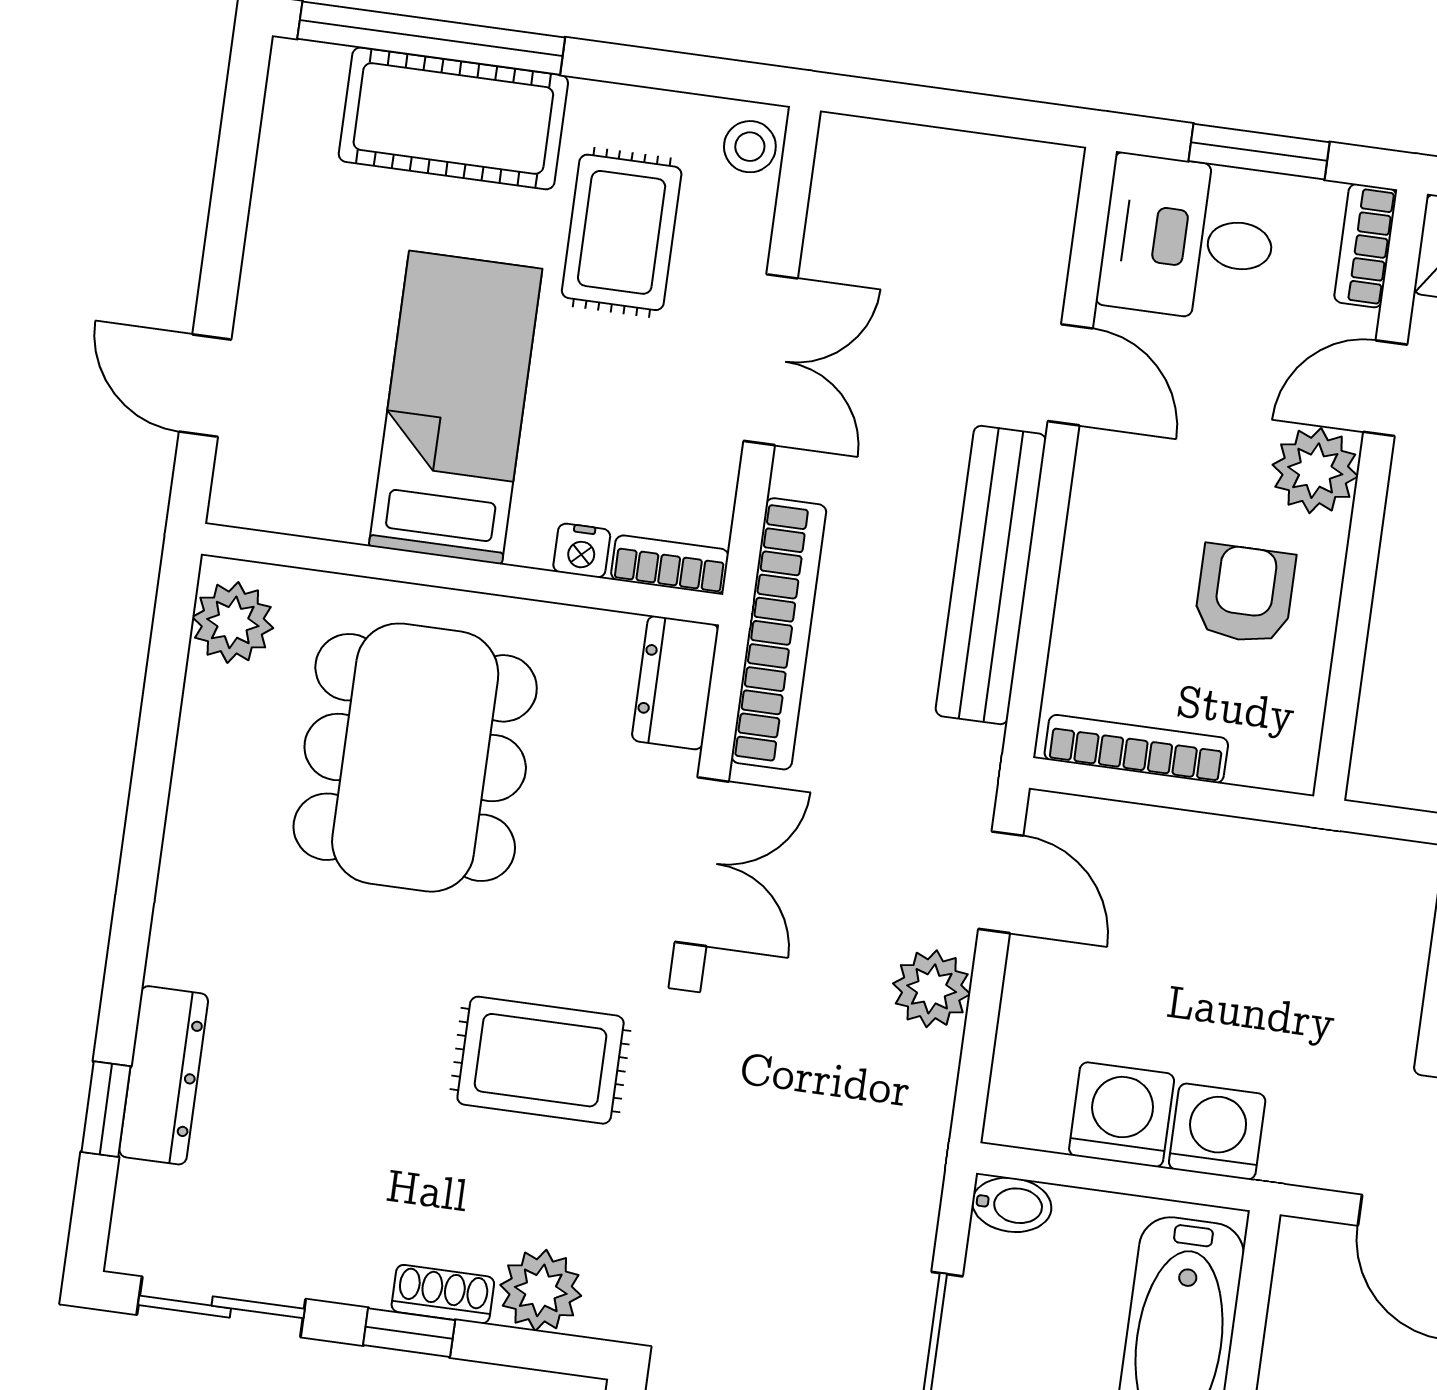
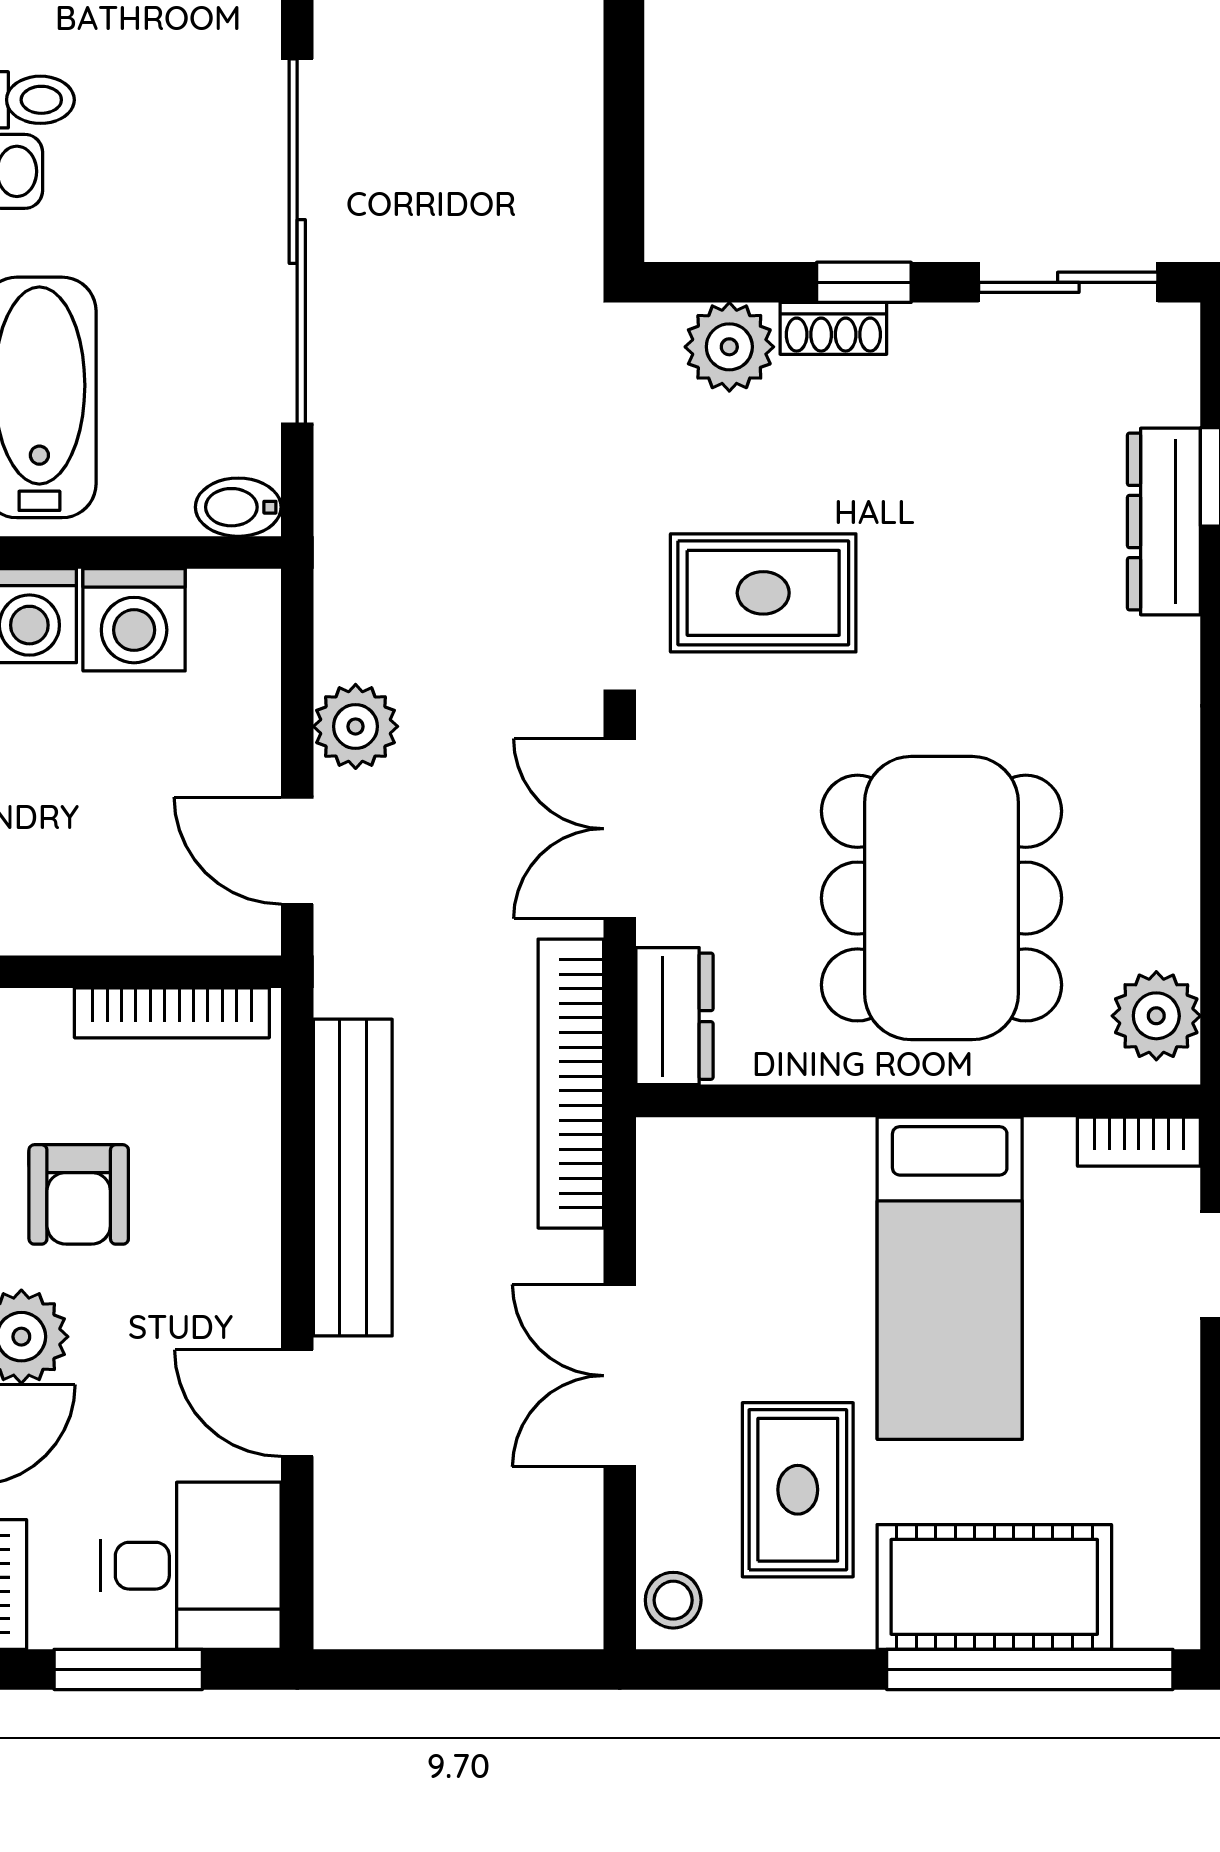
nightstand: (582, 551) -> (794, 1144), removed
bookcase: (670, 565) -> (1139, 1142), moved

